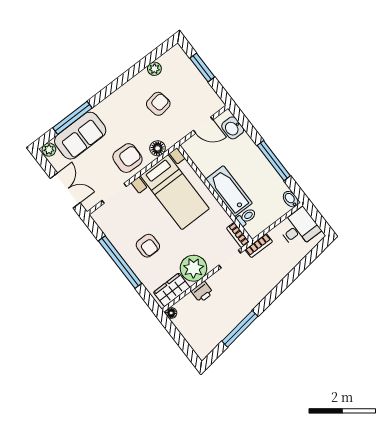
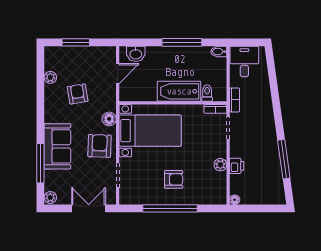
sofa: (80, 136) -> (57, 146), moved
plant: (193, 268) -> (220, 165), width x0.53, depth x0.53
wardrobe: (172, 290) -> (218, 187), removed

